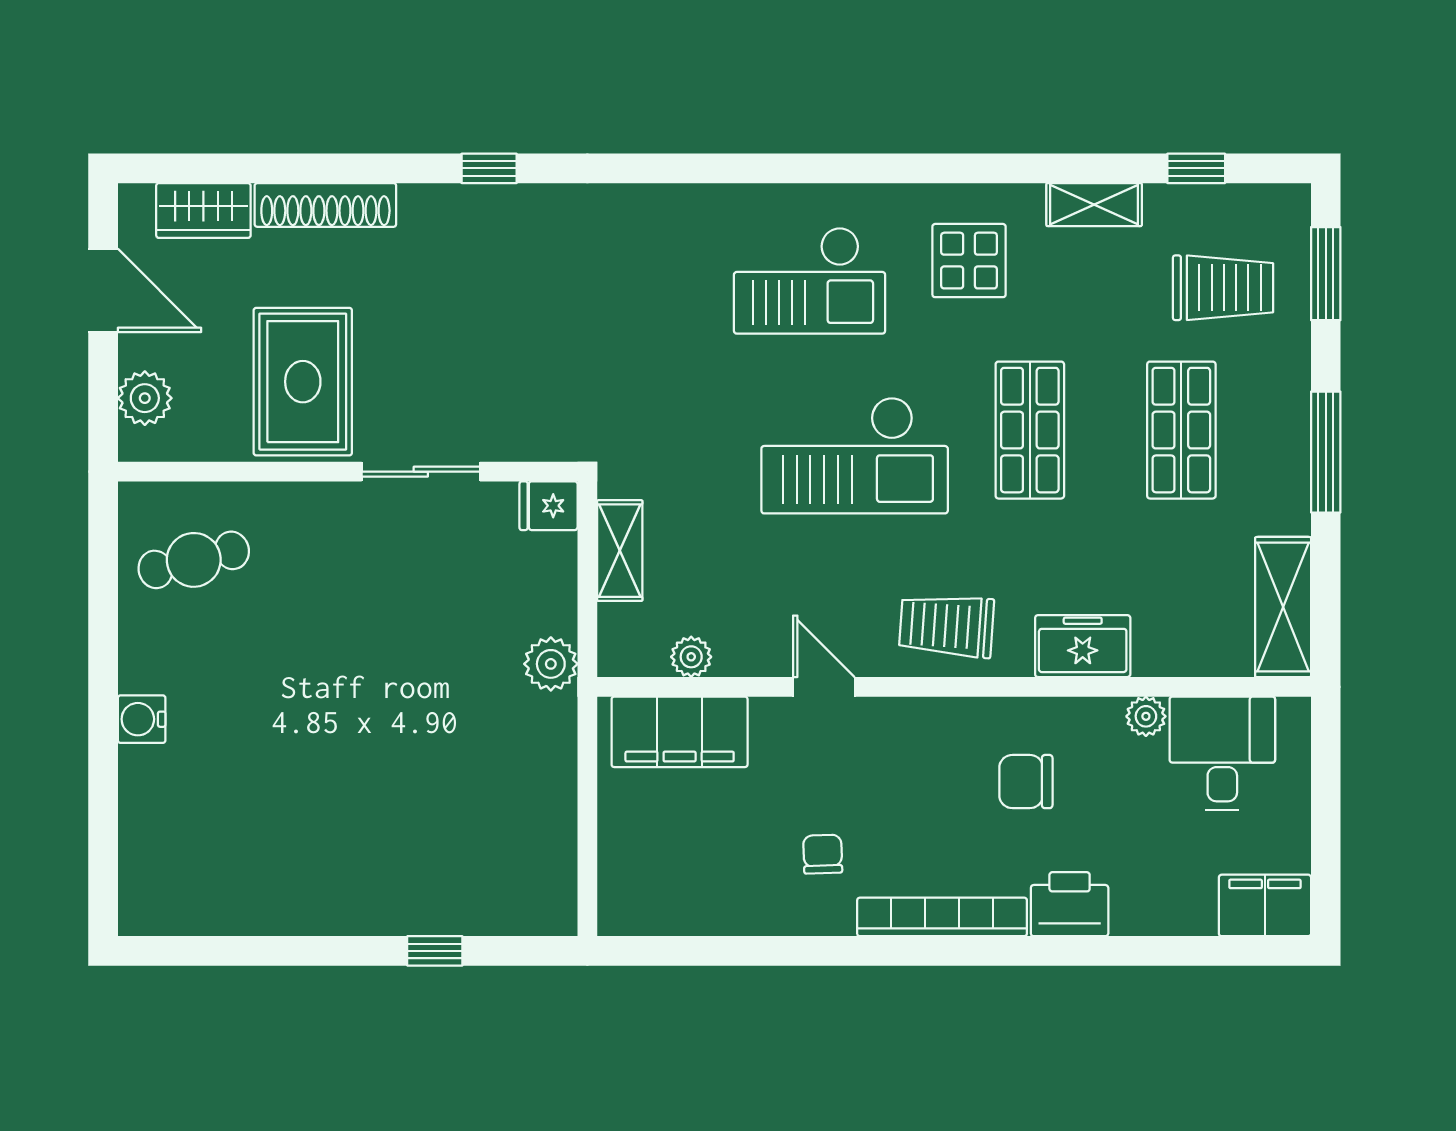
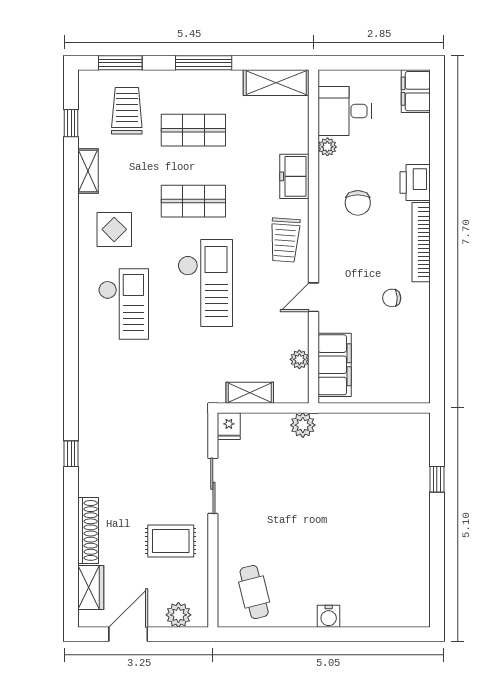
rug: (303, 382) -> (171, 541), width x0.73, depth x0.70

